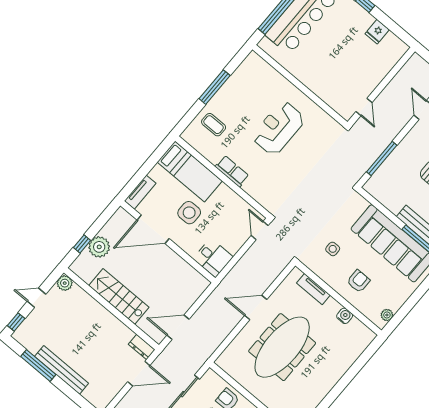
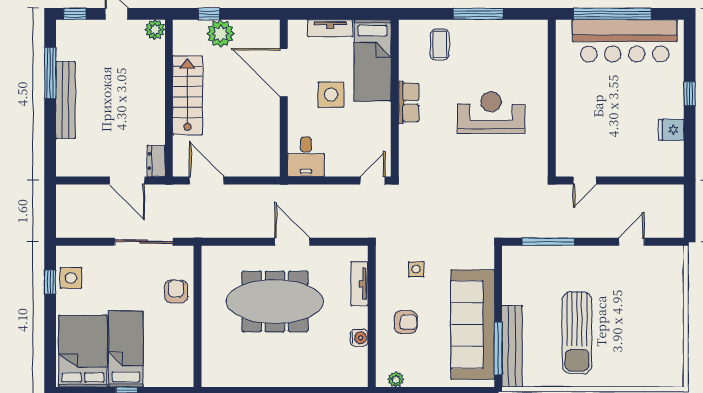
tv unit: (140, 192) -> (330, 28), moved

